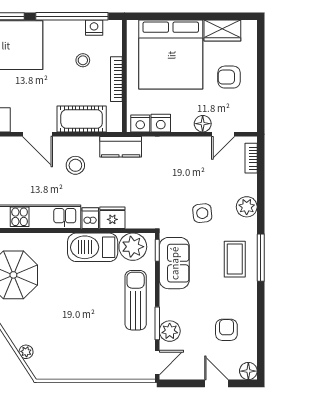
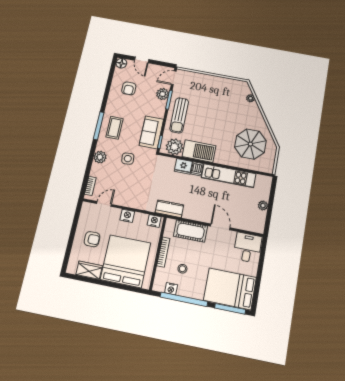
nightstand: (161, 123) -> (127, 216), moved
floor lamp: (203, 124) -> (115, 213), removed
stool: (75, 165) -> (200, 203), removed

